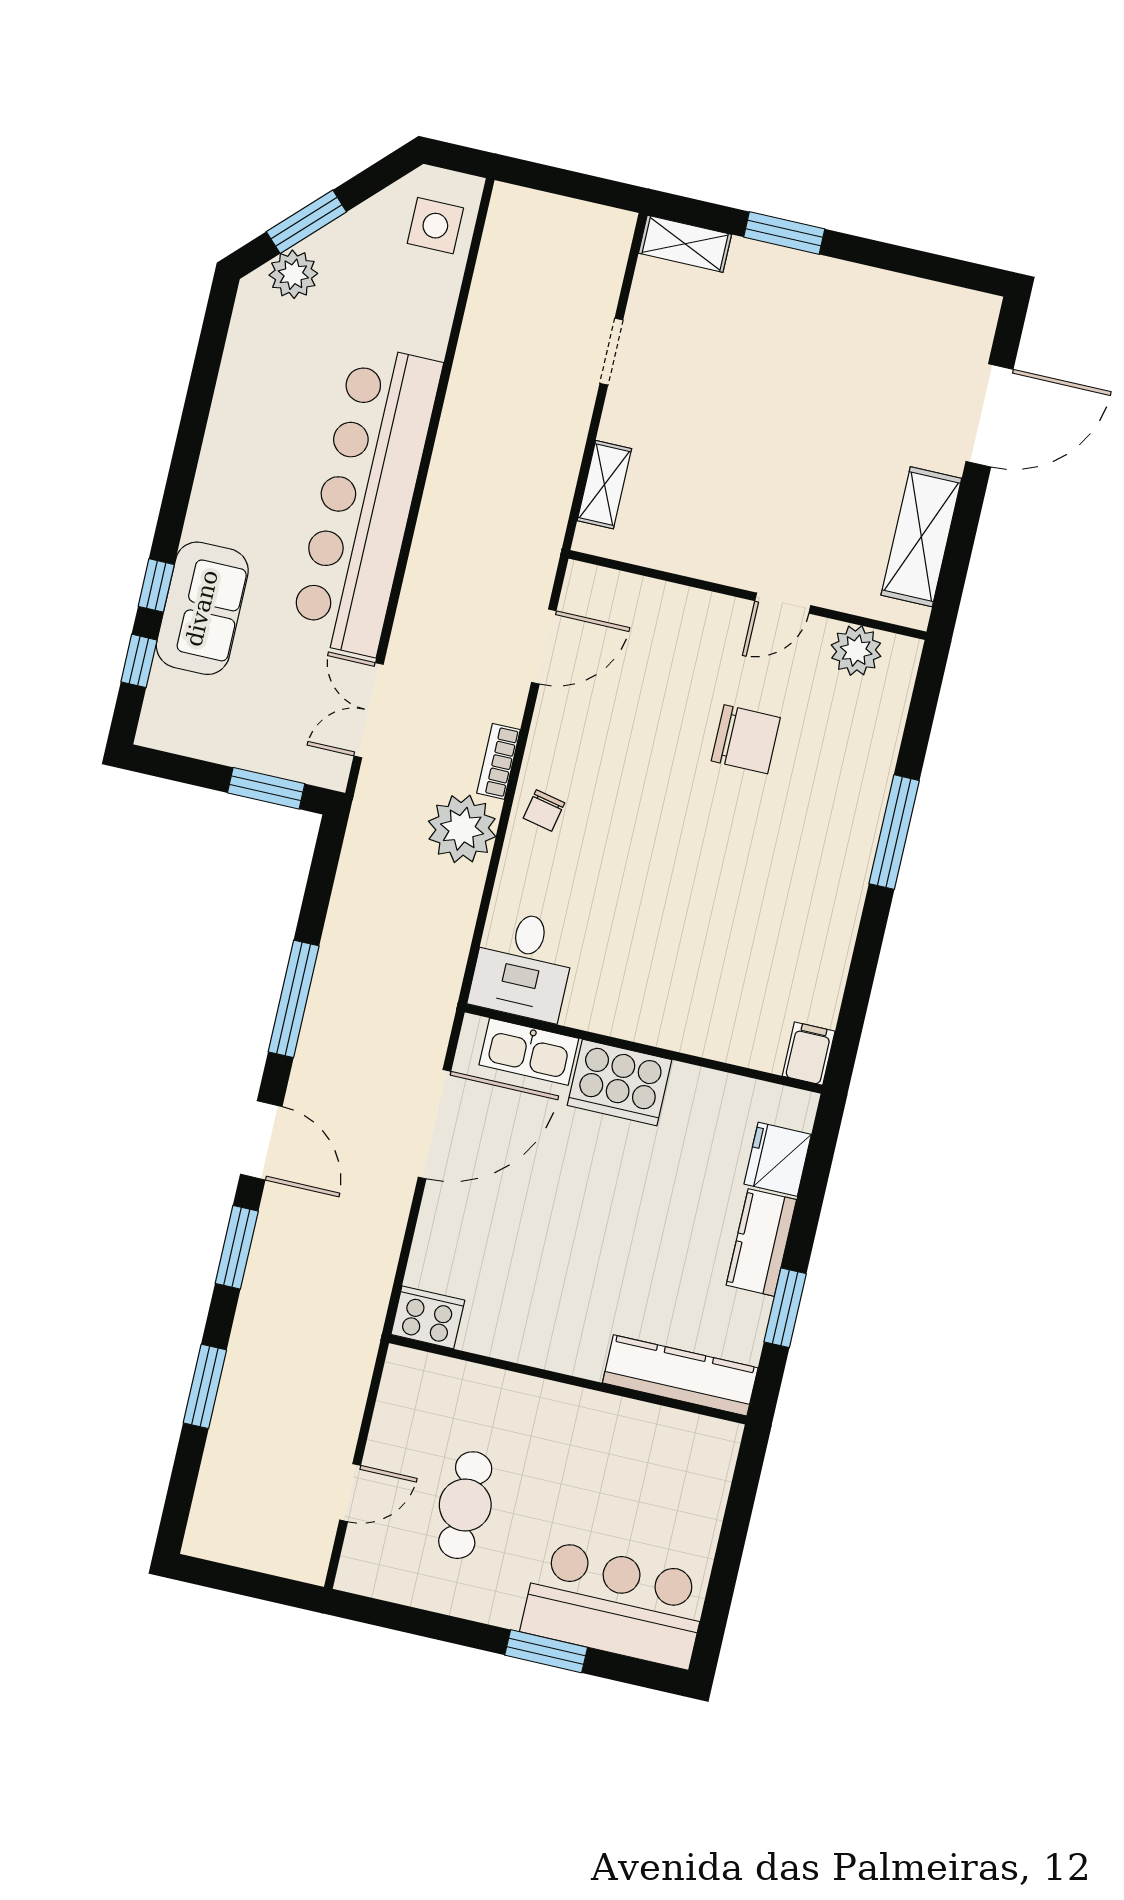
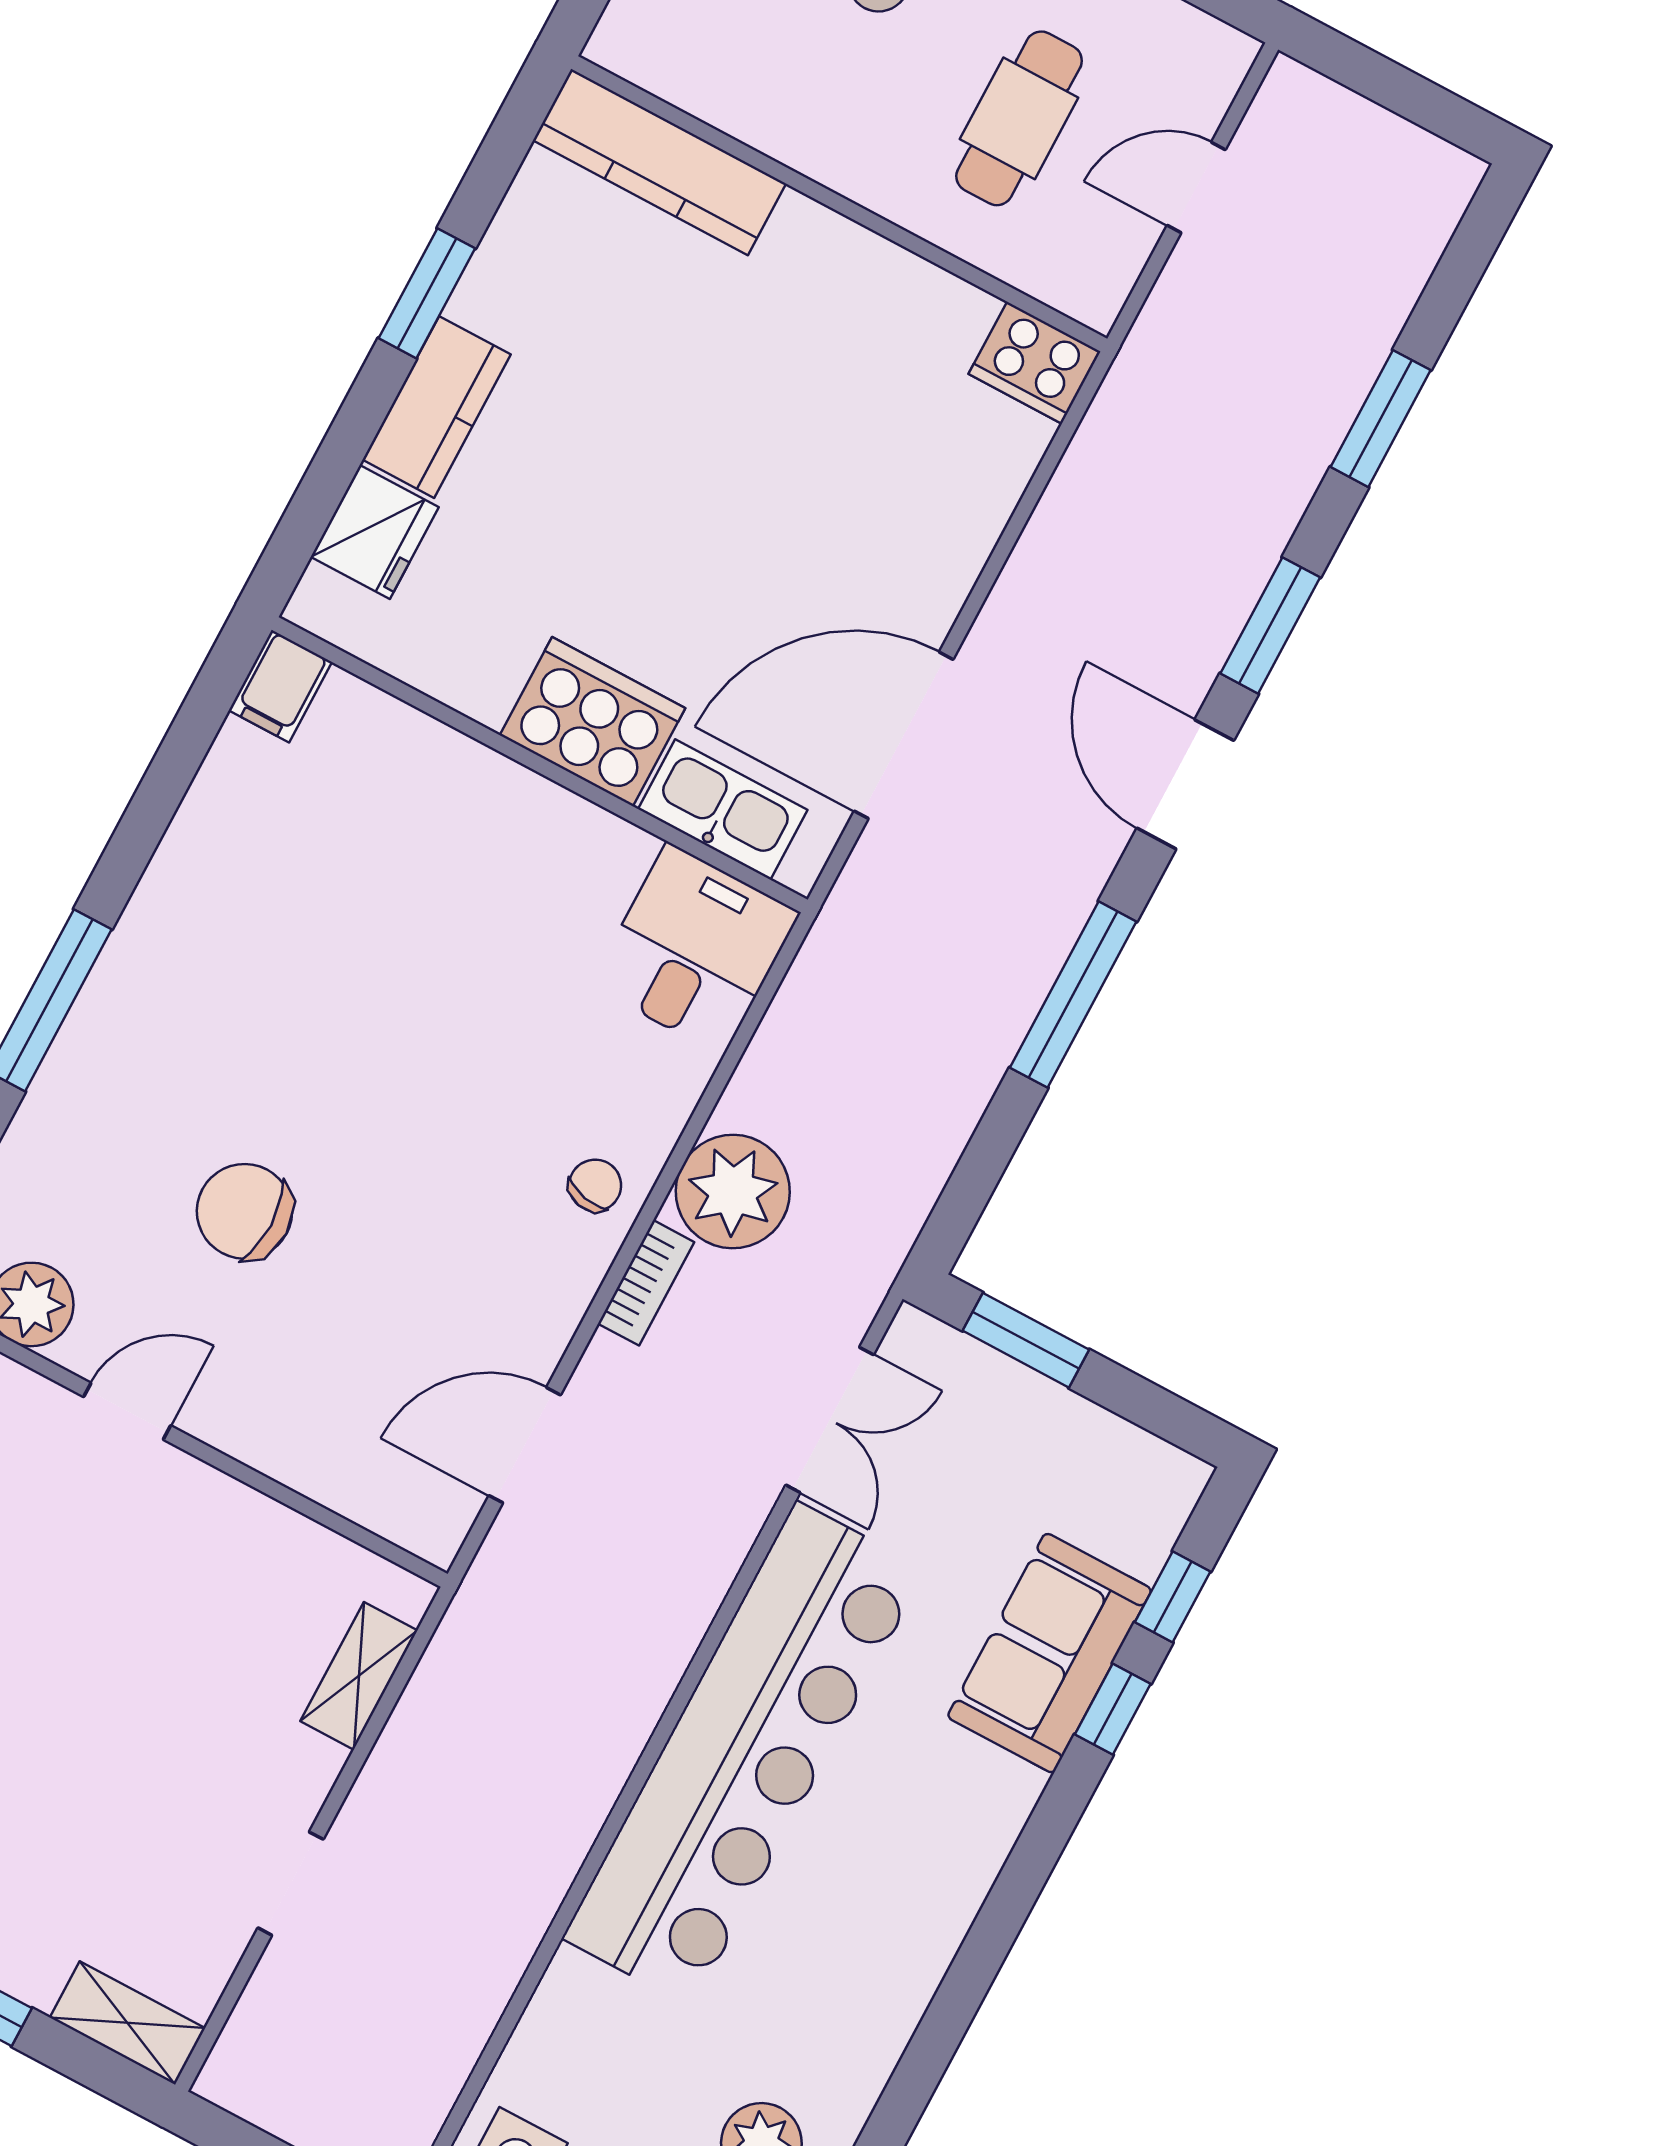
cooker: (428, 1317) -> (1035, 363), moved
kitchen counter: (680, 1375) -> (660, 162), moved
wall: (568, 1380) -> (839, 204), moved

